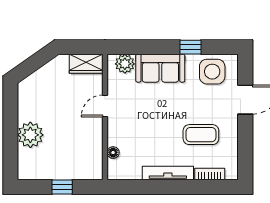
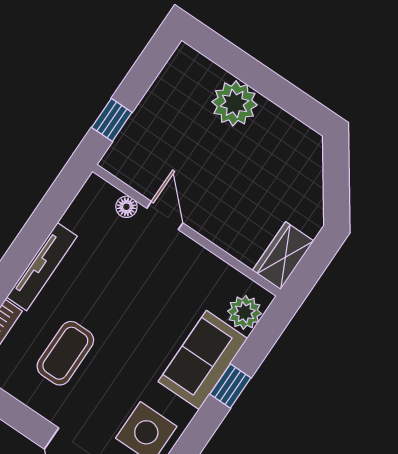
window: (191, 47) -> (230, 386), moved
door: (105, 106) -> (165, 216), moved
window: (62, 187) -> (112, 120), moved

